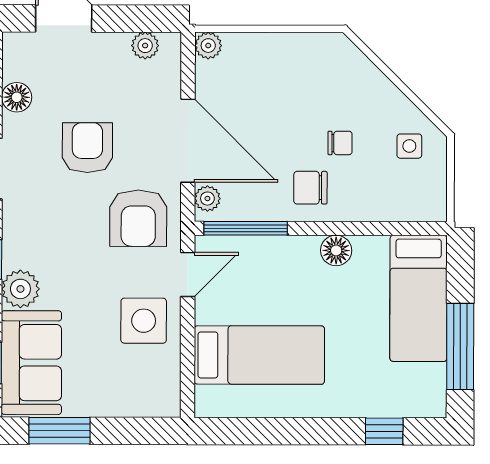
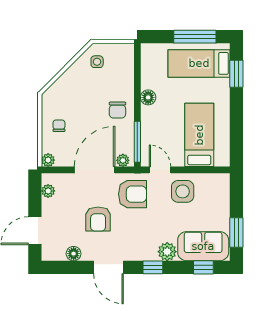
chair: (340, 143) -> (59, 126), moved
armchair: (87, 148) -> (98, 219), turned -90
bed: (419, 298) -> (199, 63), moved, turned 180
window: (384, 431) -> (236, 74), width x1.50

